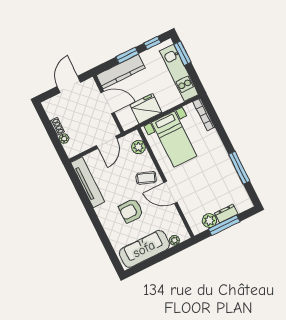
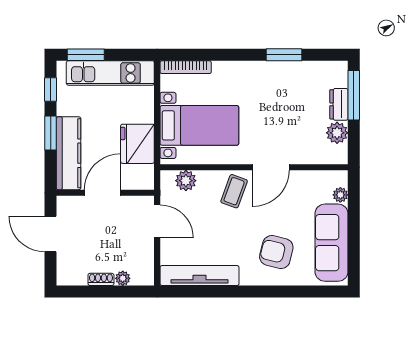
window: (239, 168) -> (284, 55), width x0.69
armchair: (131, 211) -> (276, 252), moved, turned 104
window: (224, 225) -> (354, 95), moved

